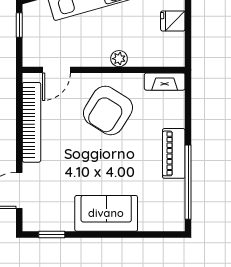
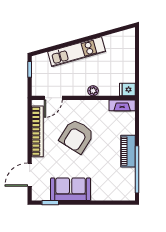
fridge: (173, 21) -> (127, 89), moved
armchair: (108, 110) -> (77, 136), moved
sofa: (106, 213) -> (71, 189), moved

